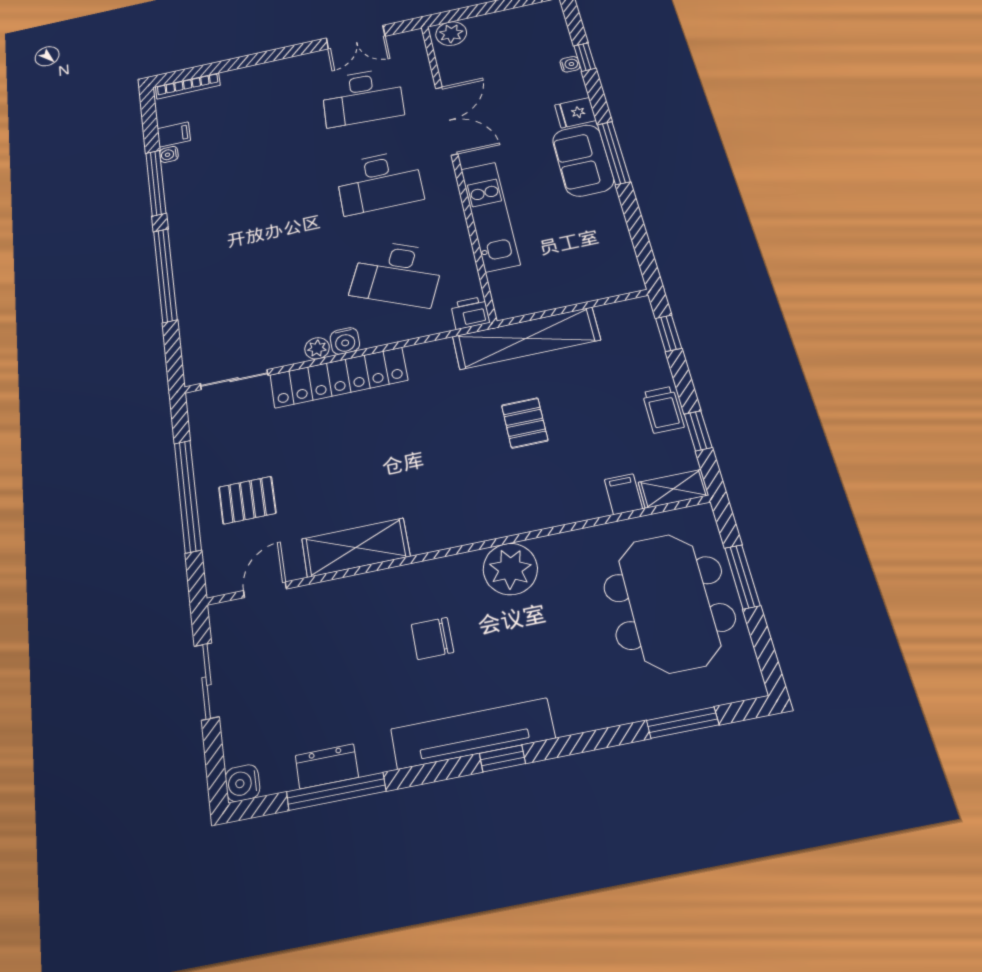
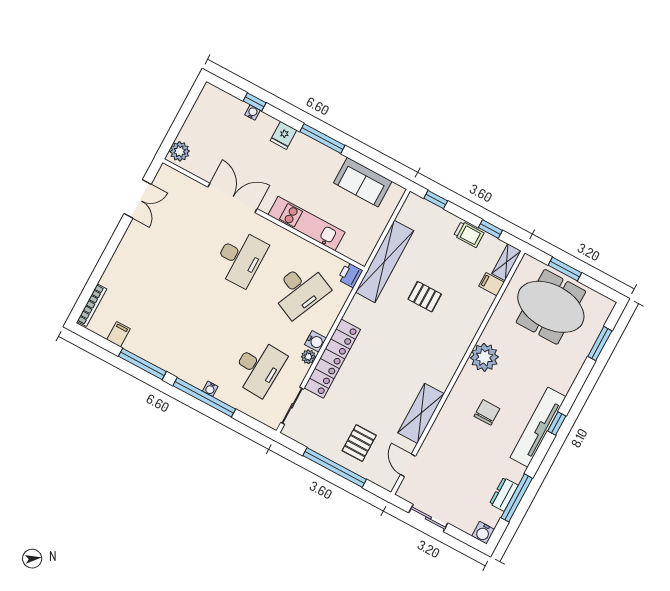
desk: (362, 97) -> (258, 368), moved
water cooler: (169, 154) -> (210, 389), moved
sofa: (583, 160) -> (363, 182), moved
chair: (432, 638) -> (487, 412), turned 180

